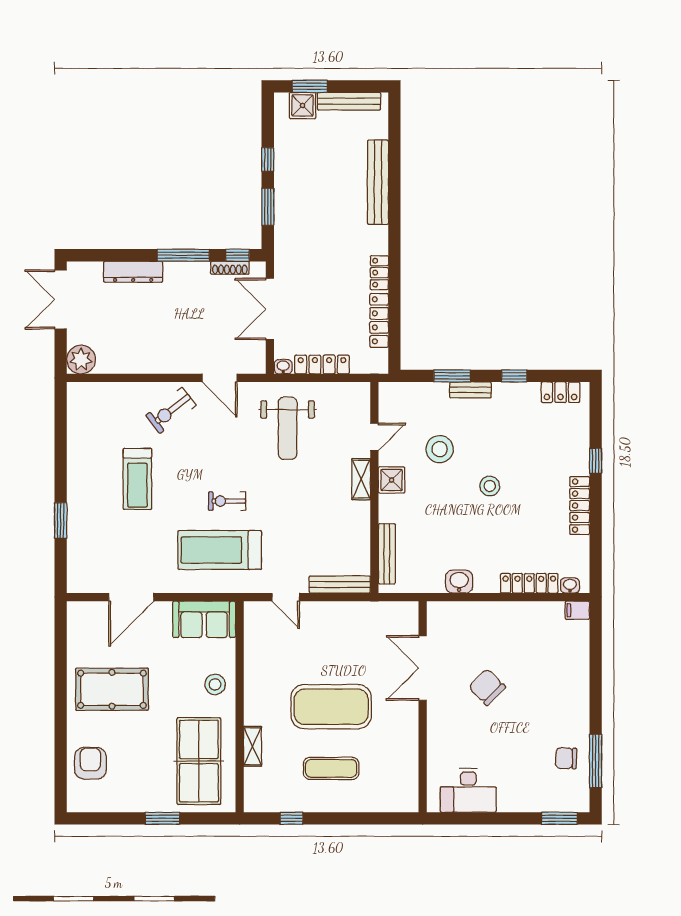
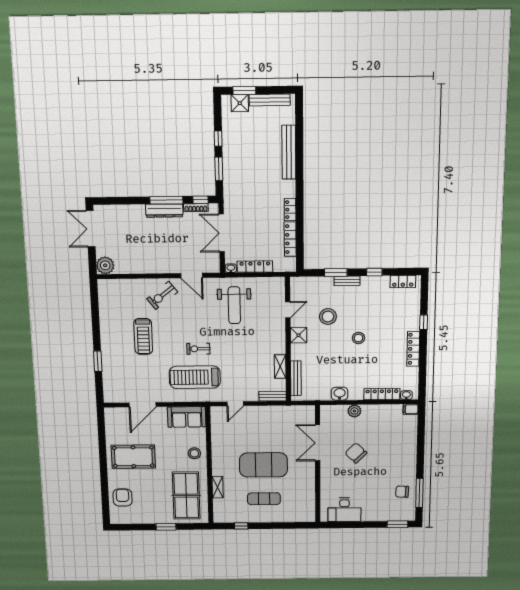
dresser: (133, 272) -> (164, 211), moved
shelving: (361, 479) -> (280, 367), moved
bench: (340, 585) -> (273, 396), width x0.73
door: (286, 597) -> (235, 404), hinge flipped
plant: (484, 612) -> (354, 411), added

